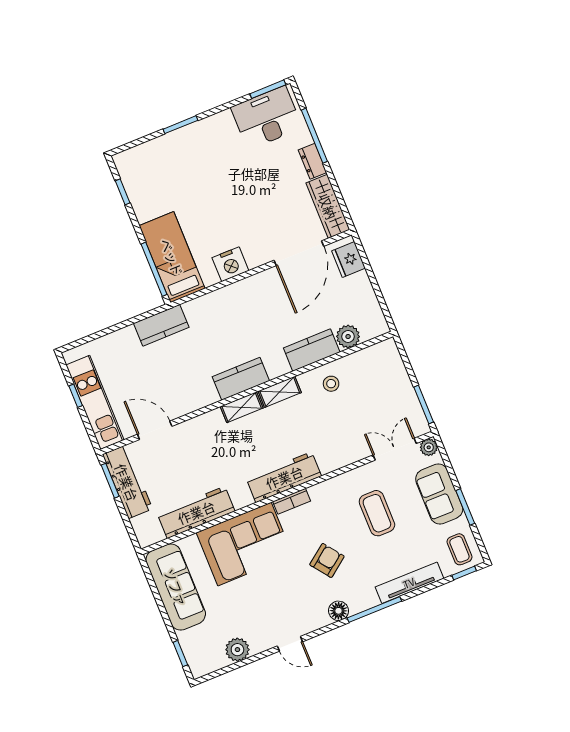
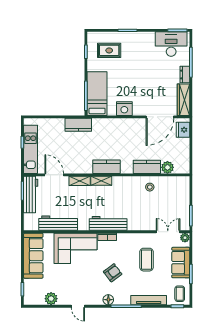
rug: (162, 173) -> (109, 50), added
shelving: (280, 392) -> (80, 181), moved

